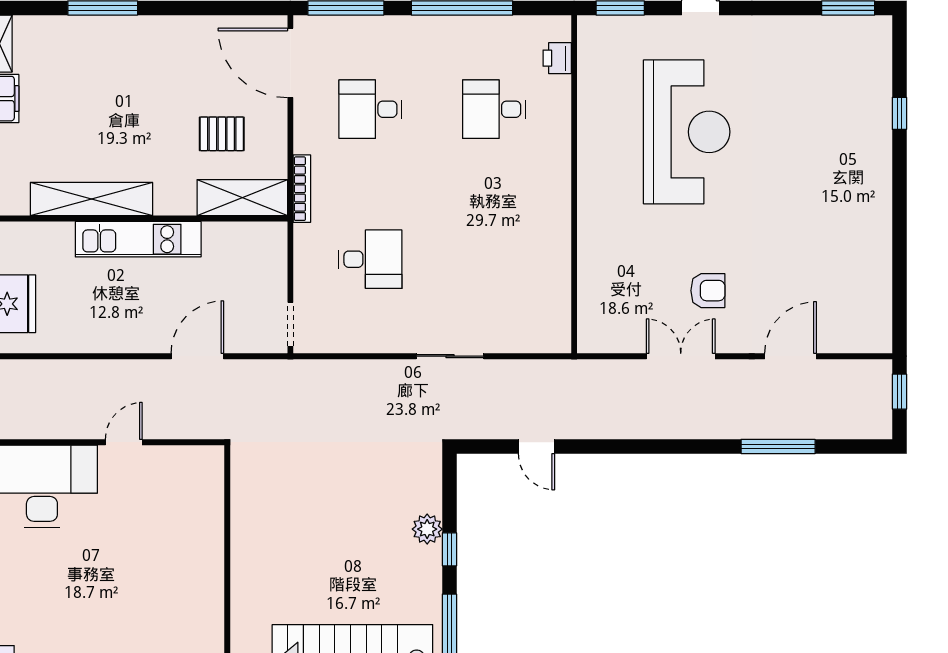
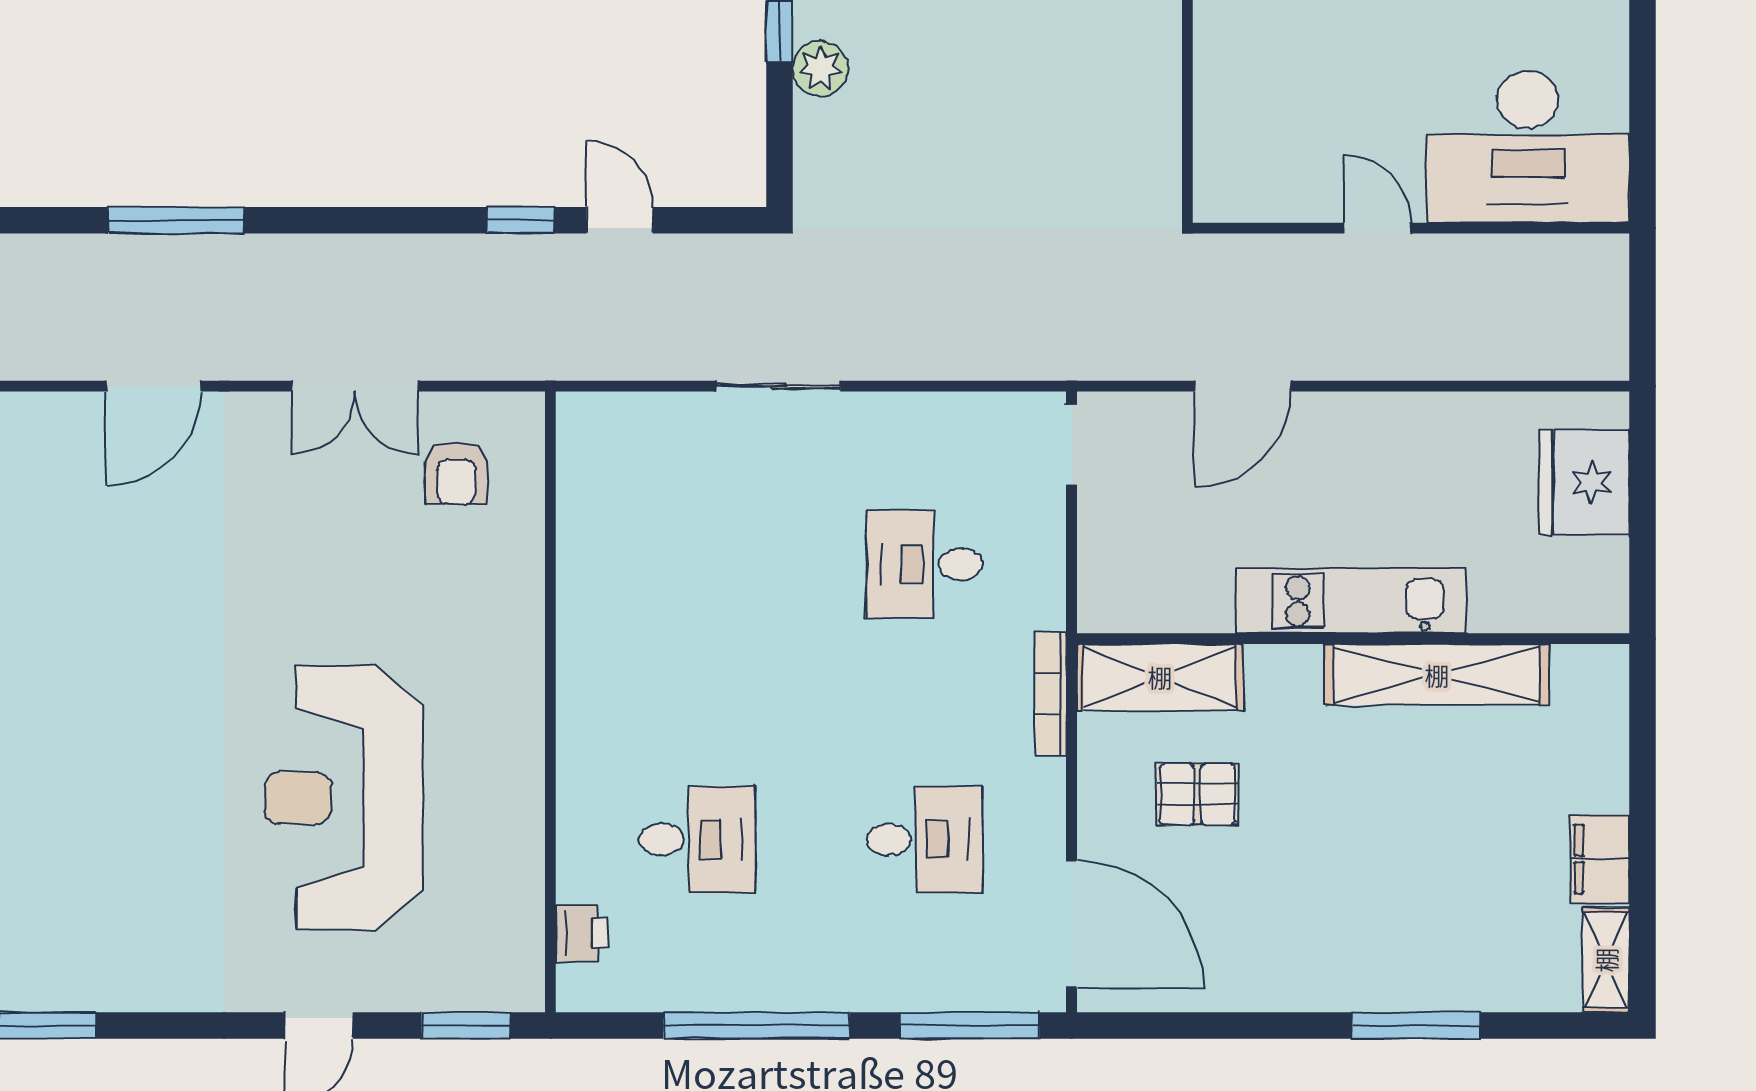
armchair: (708, 291) -> (456, 473), moved, turned -90
door: (124, 442) -> (1377, 228), swing flipped
window: (590, 446) -> (521, 220), added

